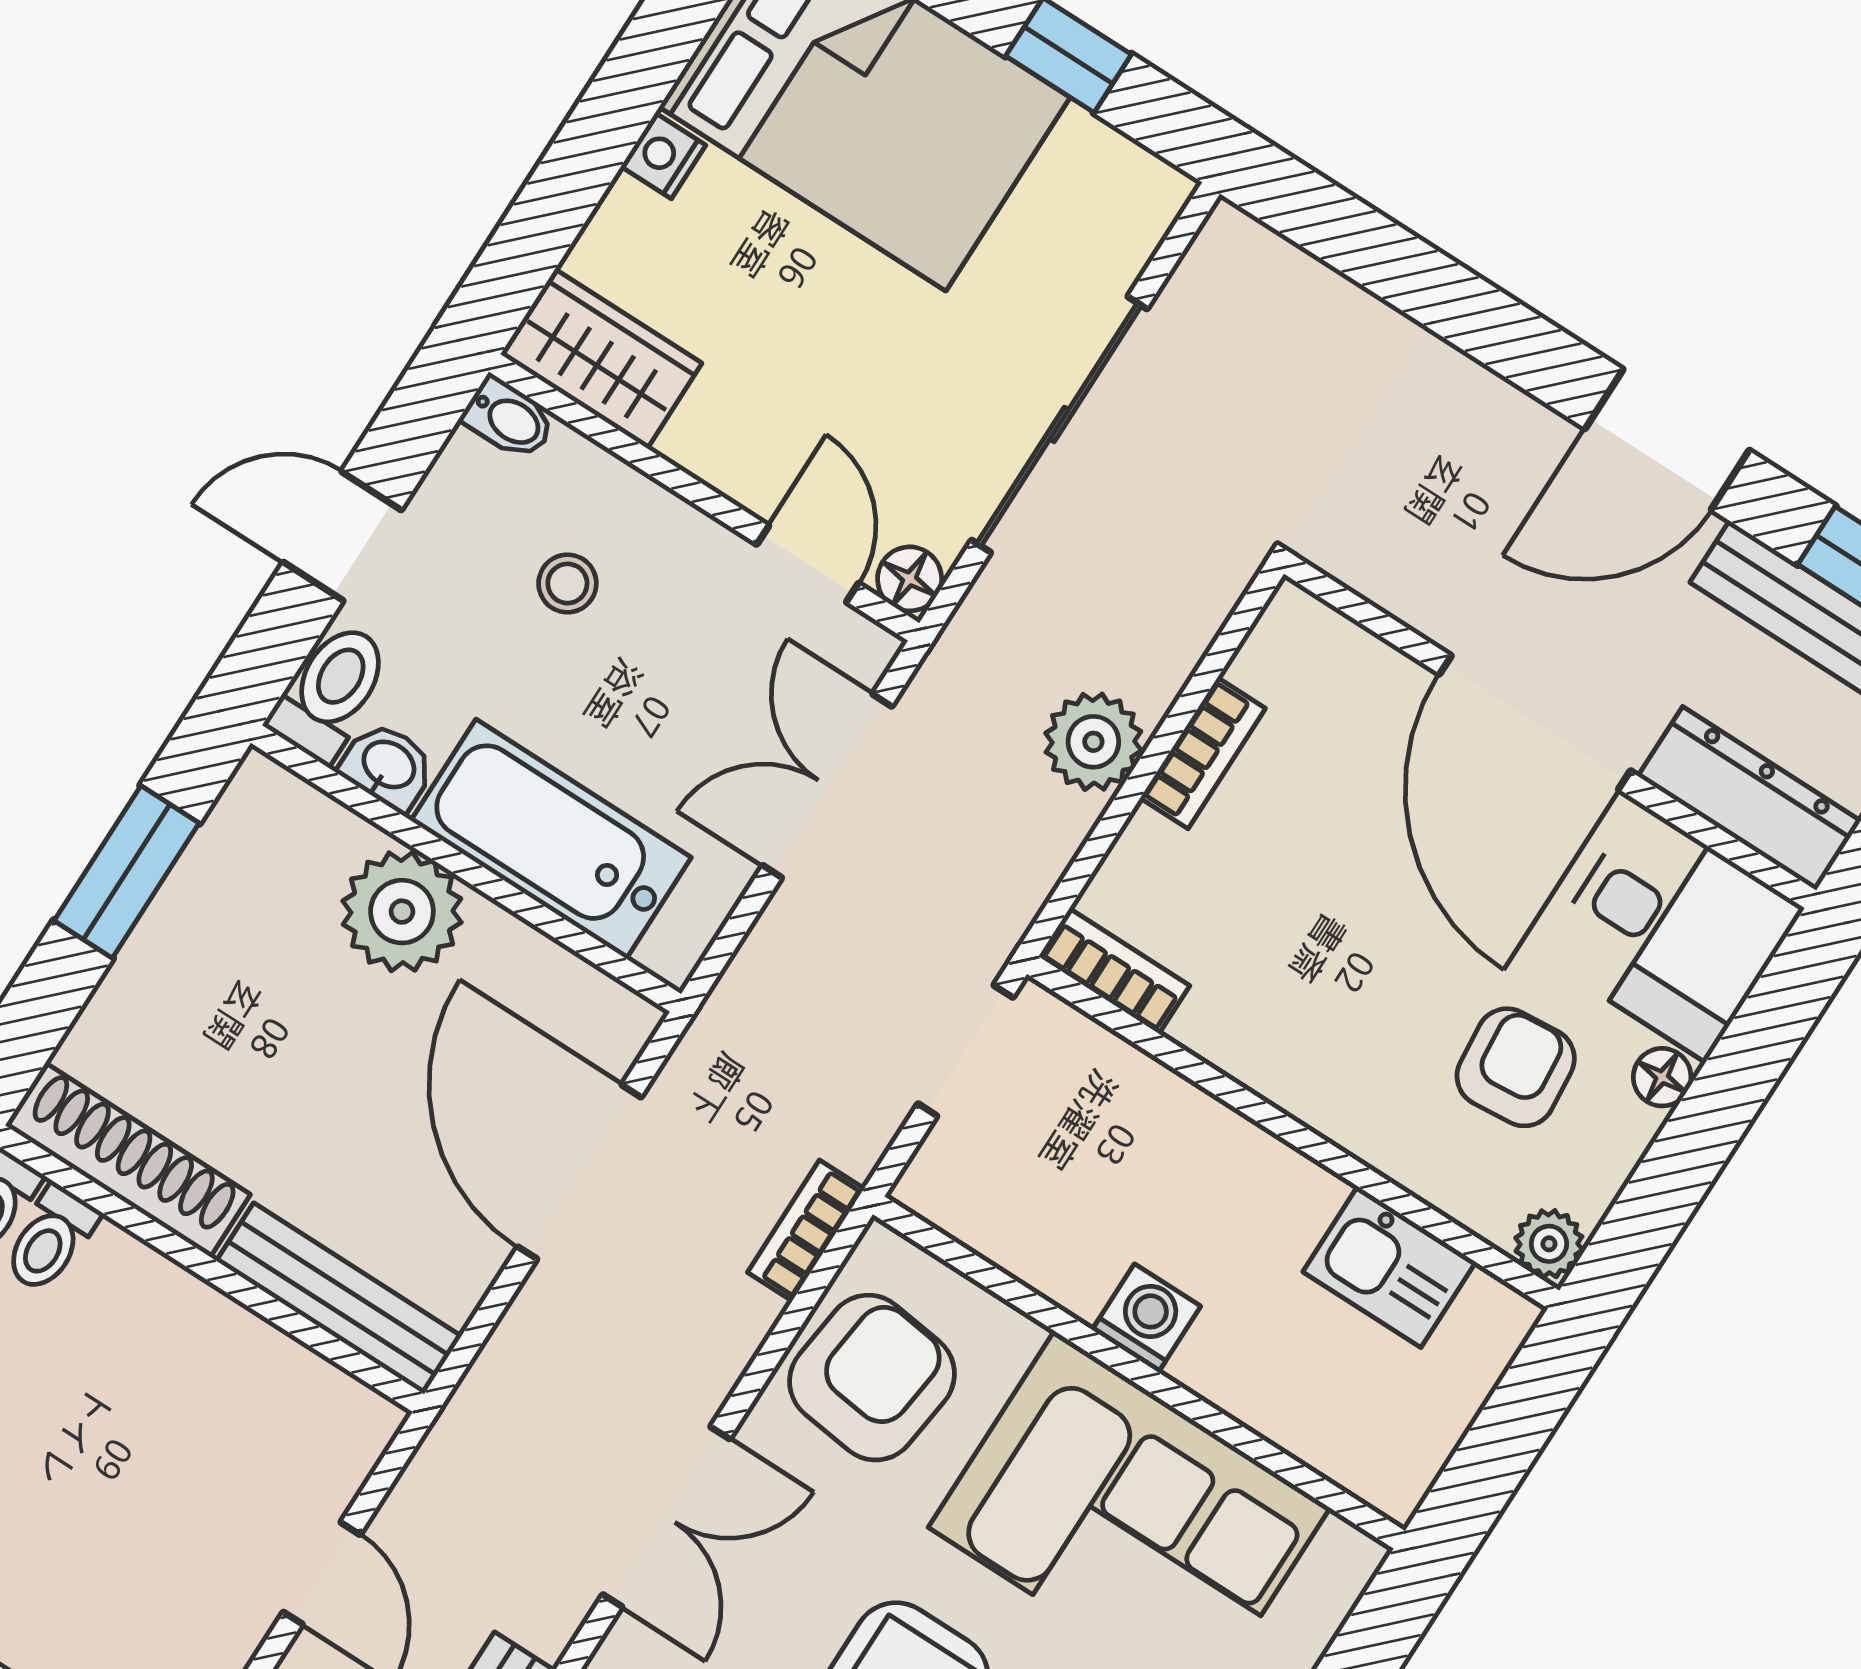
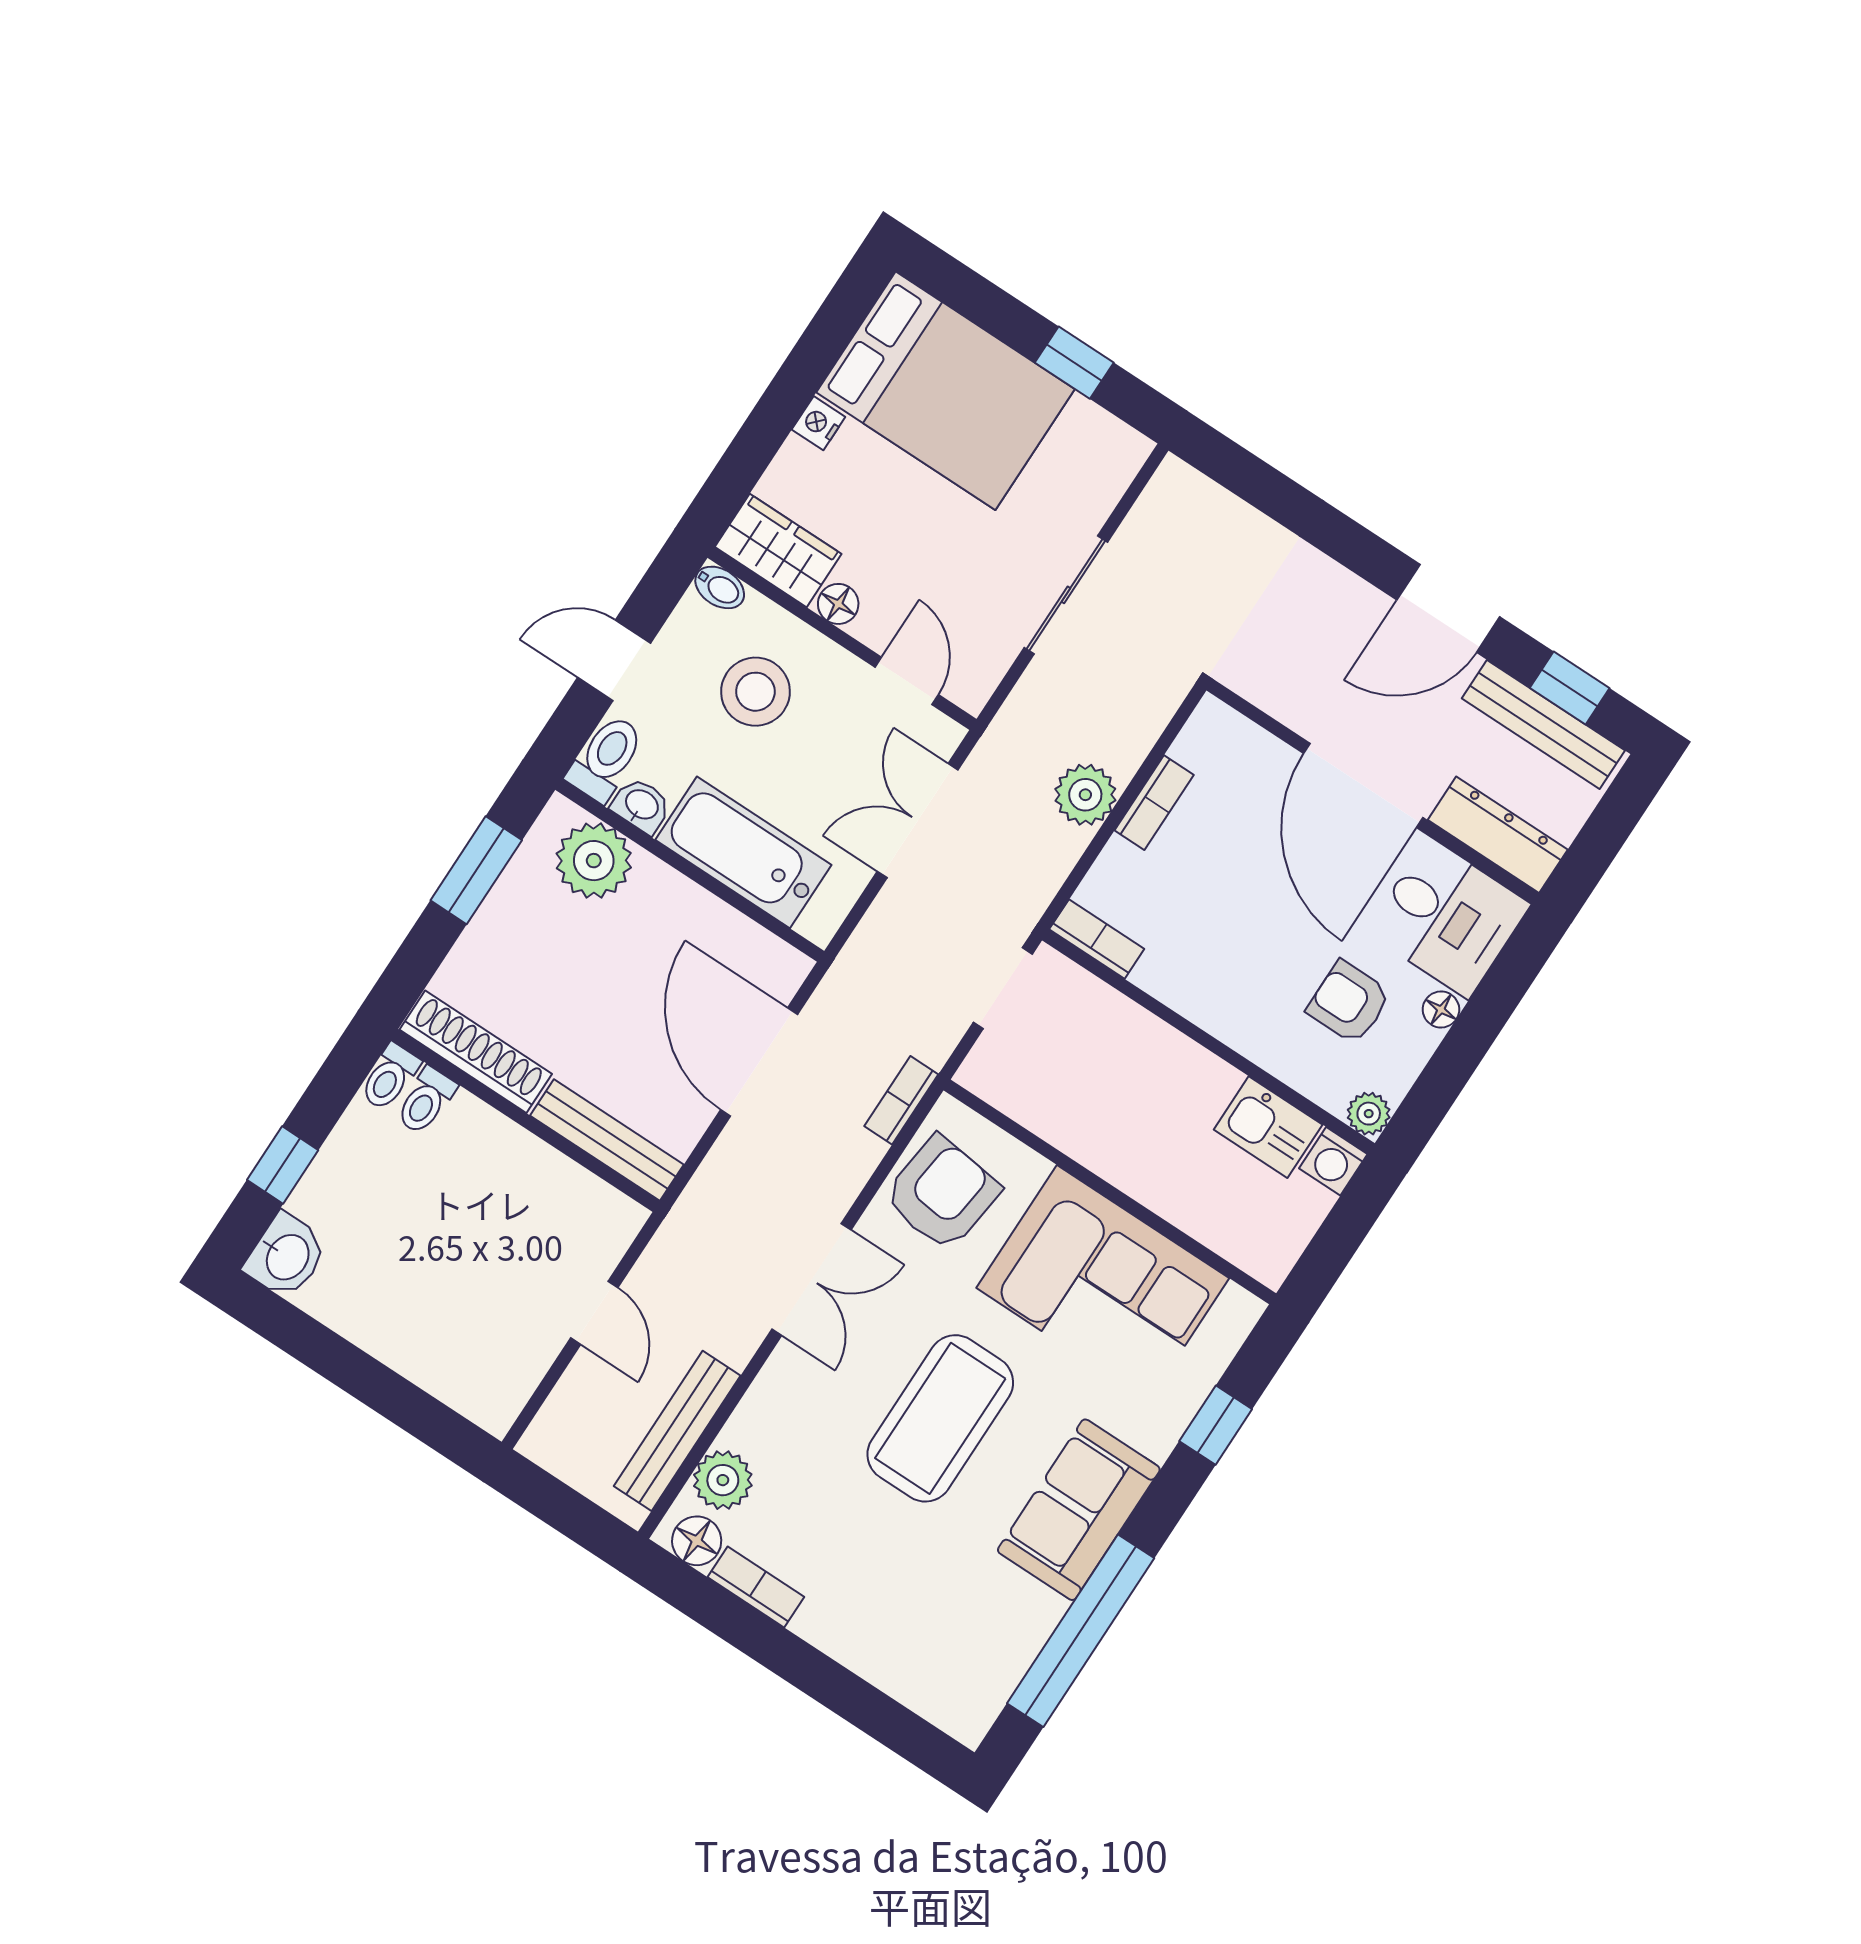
sliding door: (1059, 424) -> (1066, 595), width x0.73
floor lamp: (910, 579) -> (838, 604), moved
stool: (567, 584) -> (755, 692), width x1.89, depth x1.89
plant: (402, 912) -> (594, 861), moved
armchair: (1516, 1067) -> (1349, 1002), turned -85
washing machine: (1146, 1318) -> (1333, 1161), moved, turned 180

